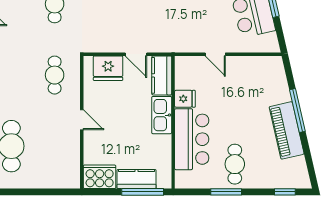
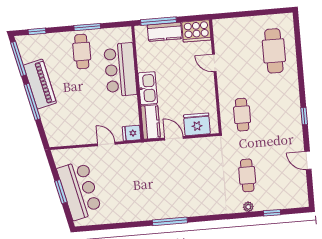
fridge: (185, 99) -> (132, 133), moved
door: (82, 120) -> (214, 63), moved
window: (309, 162) -> (18, 59), added

